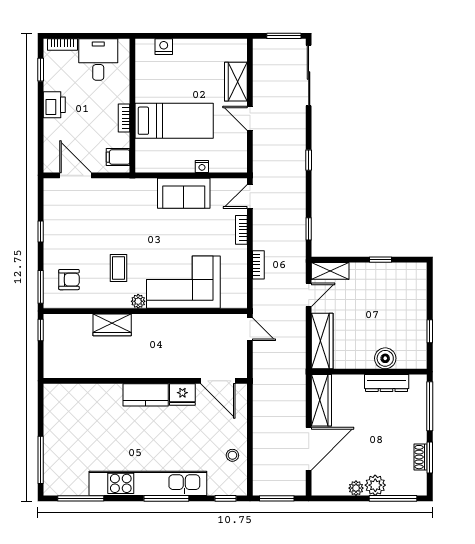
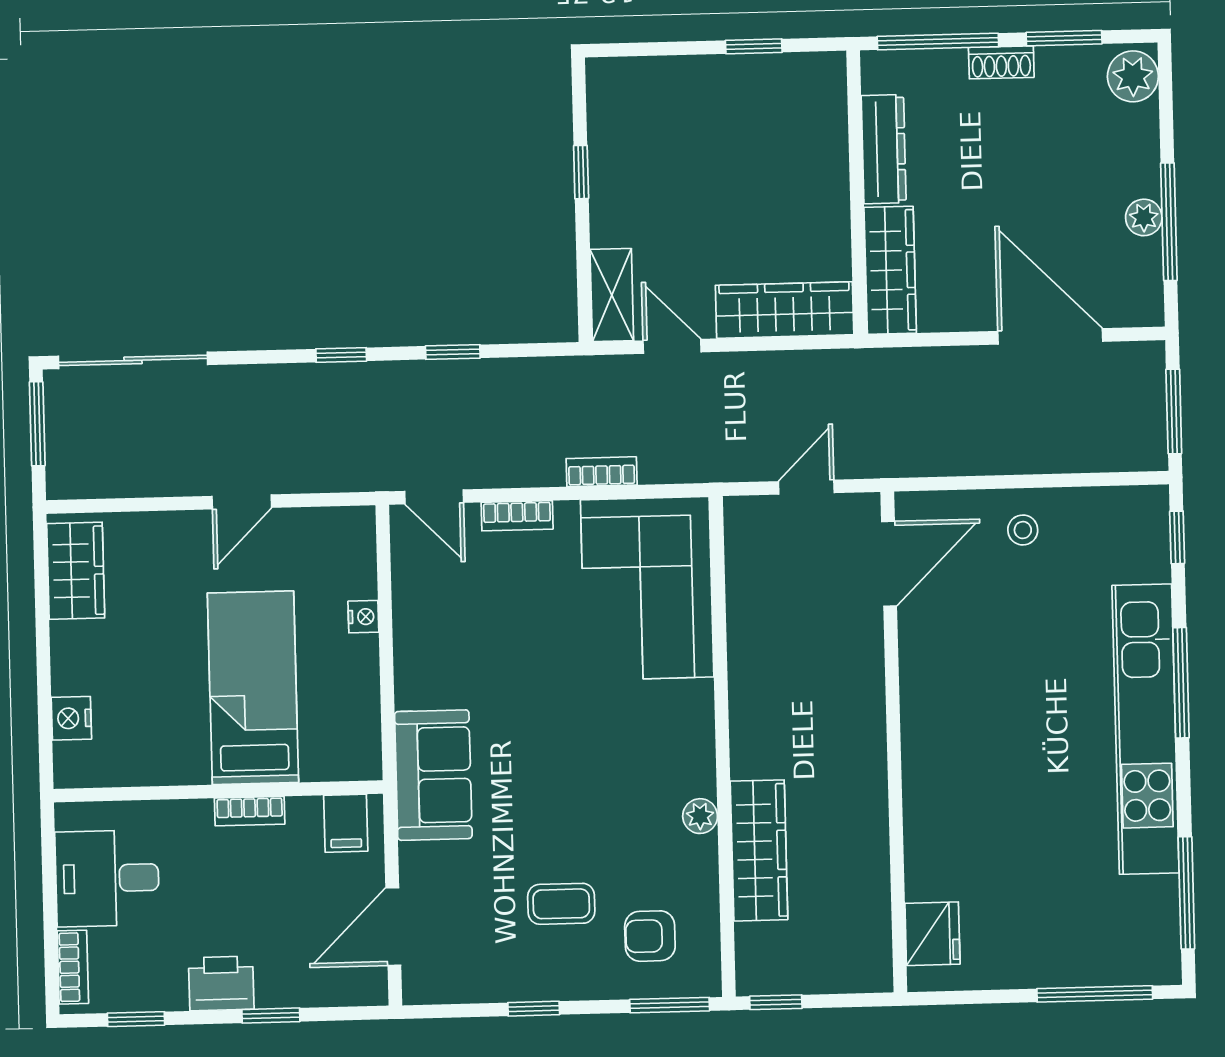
wardrobe: (236, 82) -> (76, 571), moved, turned -90
window: (41, 125) -> (271, 1016), added
sofa: (184, 193) -> (433, 775), moved
window: (309, 229) -> (453, 352), moved
coffee table: (118, 268) -> (561, 904), moved
armchair: (69, 280) -> (650, 936), turned -90
corner sofa: (183, 282) -> (647, 588), moved
plant: (138, 301) -> (700, 816), moved
wardrobe: (112, 325) -> (759, 850), width x1.50
door: (250, 329) -> (806, 487), moved
boiler: (385, 358) -> (823, 154), removed
fridge: (182, 394) -> (932, 934), moved
kitchen counter: (146, 395) -> (928, 740), removed
wardrobe: (321, 400) -> (890, 270), moved, turned 90
stool: (232, 455) -> (1023, 530), moved
shoe rack: (421, 457) -> (1001, 62), moved
plant: (375, 485) -> (1133, 76), moved
window: (393, 498) -> (1169, 222), moved

